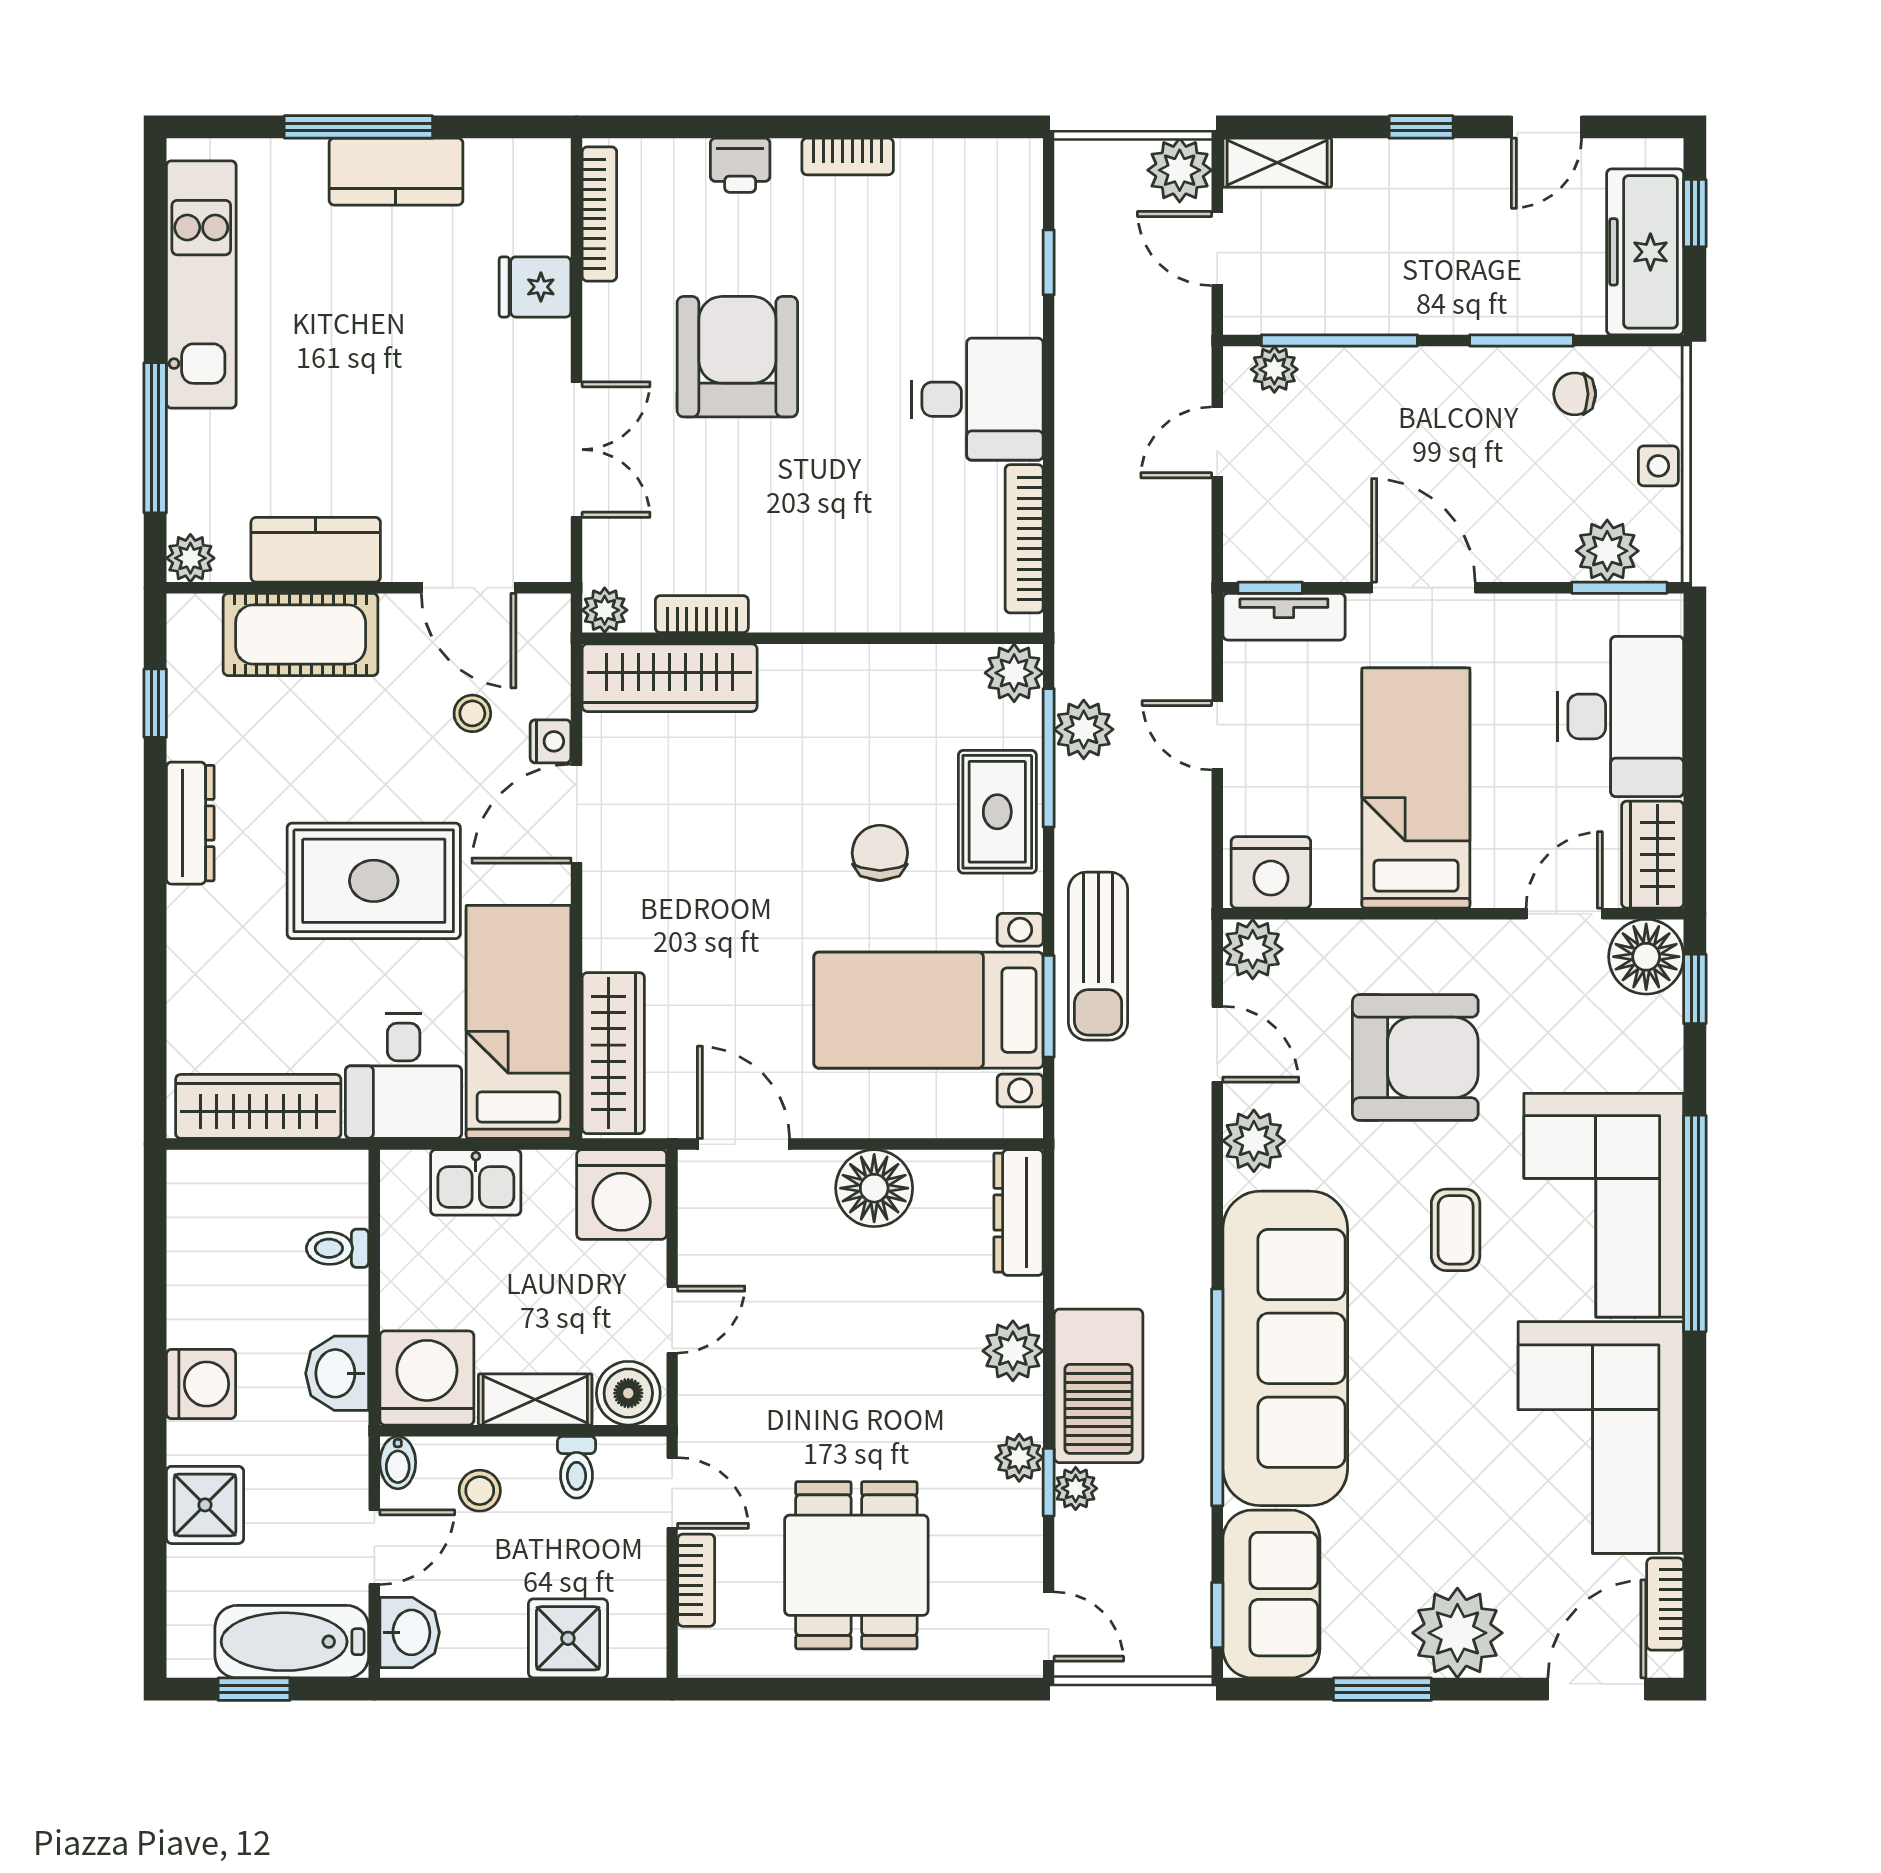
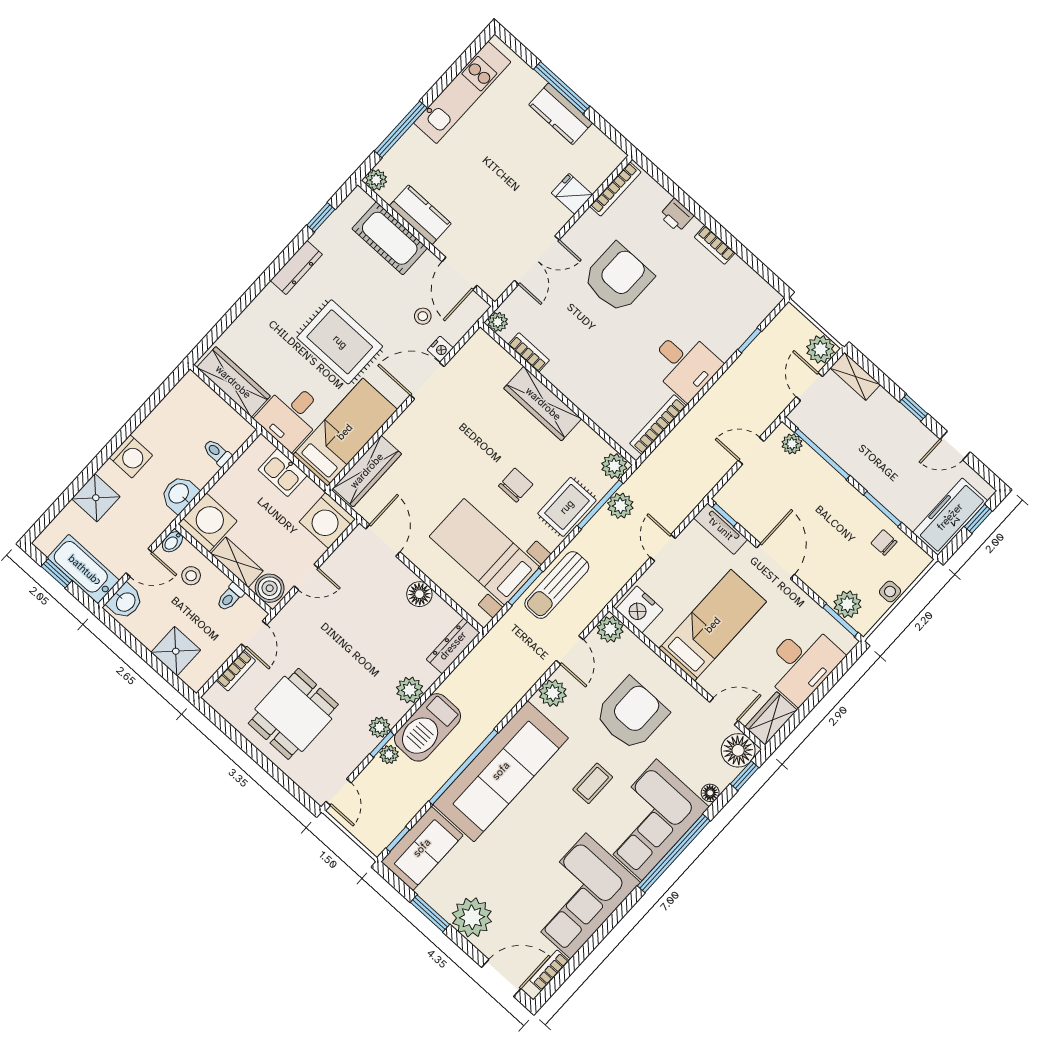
wardrobe: (670, 678) -> (543, 404), moved
armchair: (1415, 1057) -> (631, 714), turned -90
floor lamp: (1664, 1069) -> (710, 793), added
floor lamp: (874, 1188) -> (419, 594), width x0.73, depth x0.73

